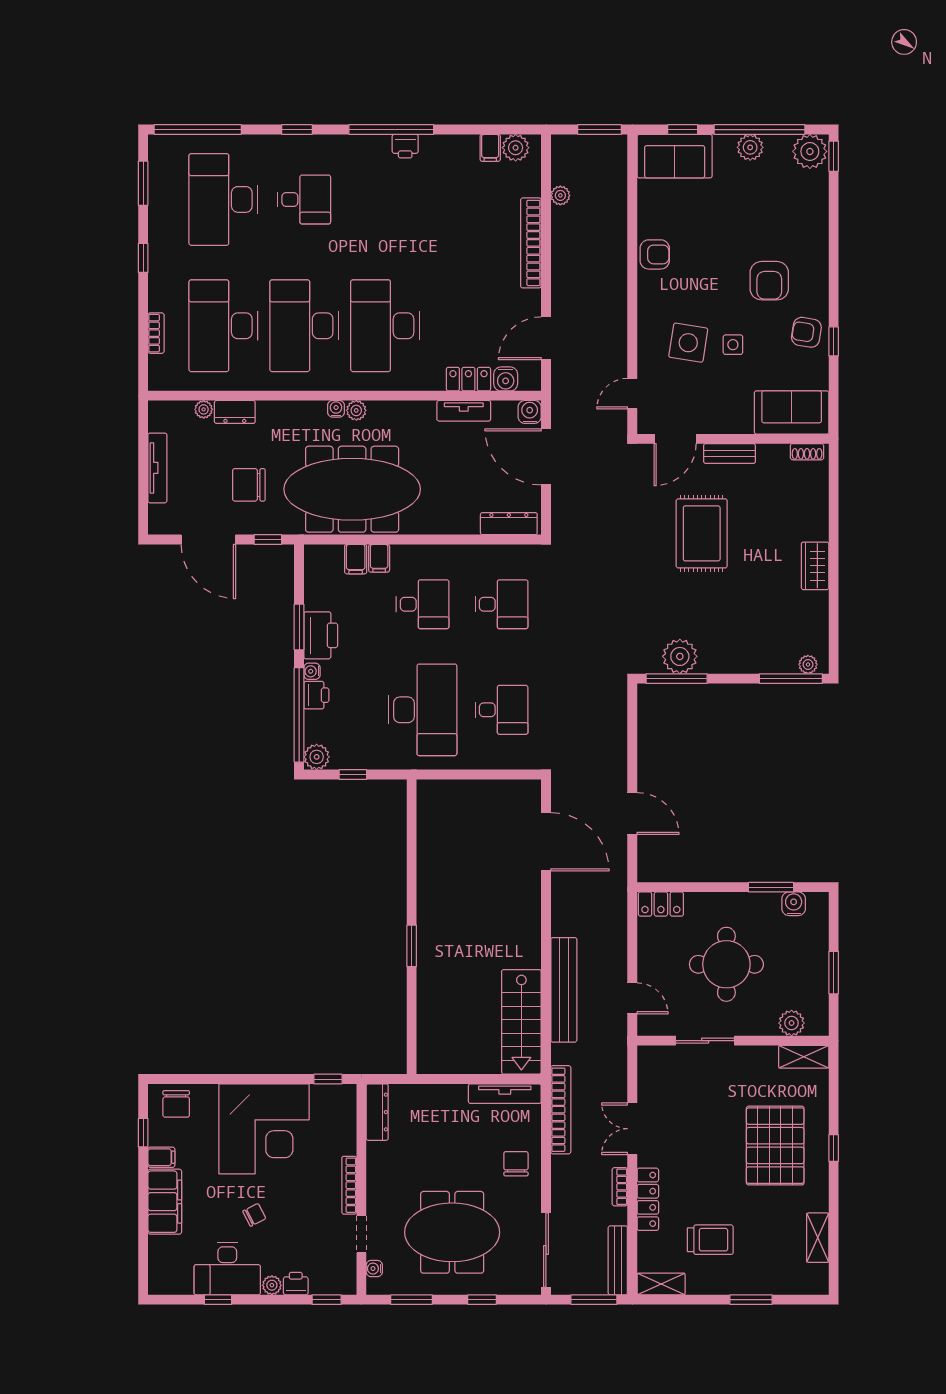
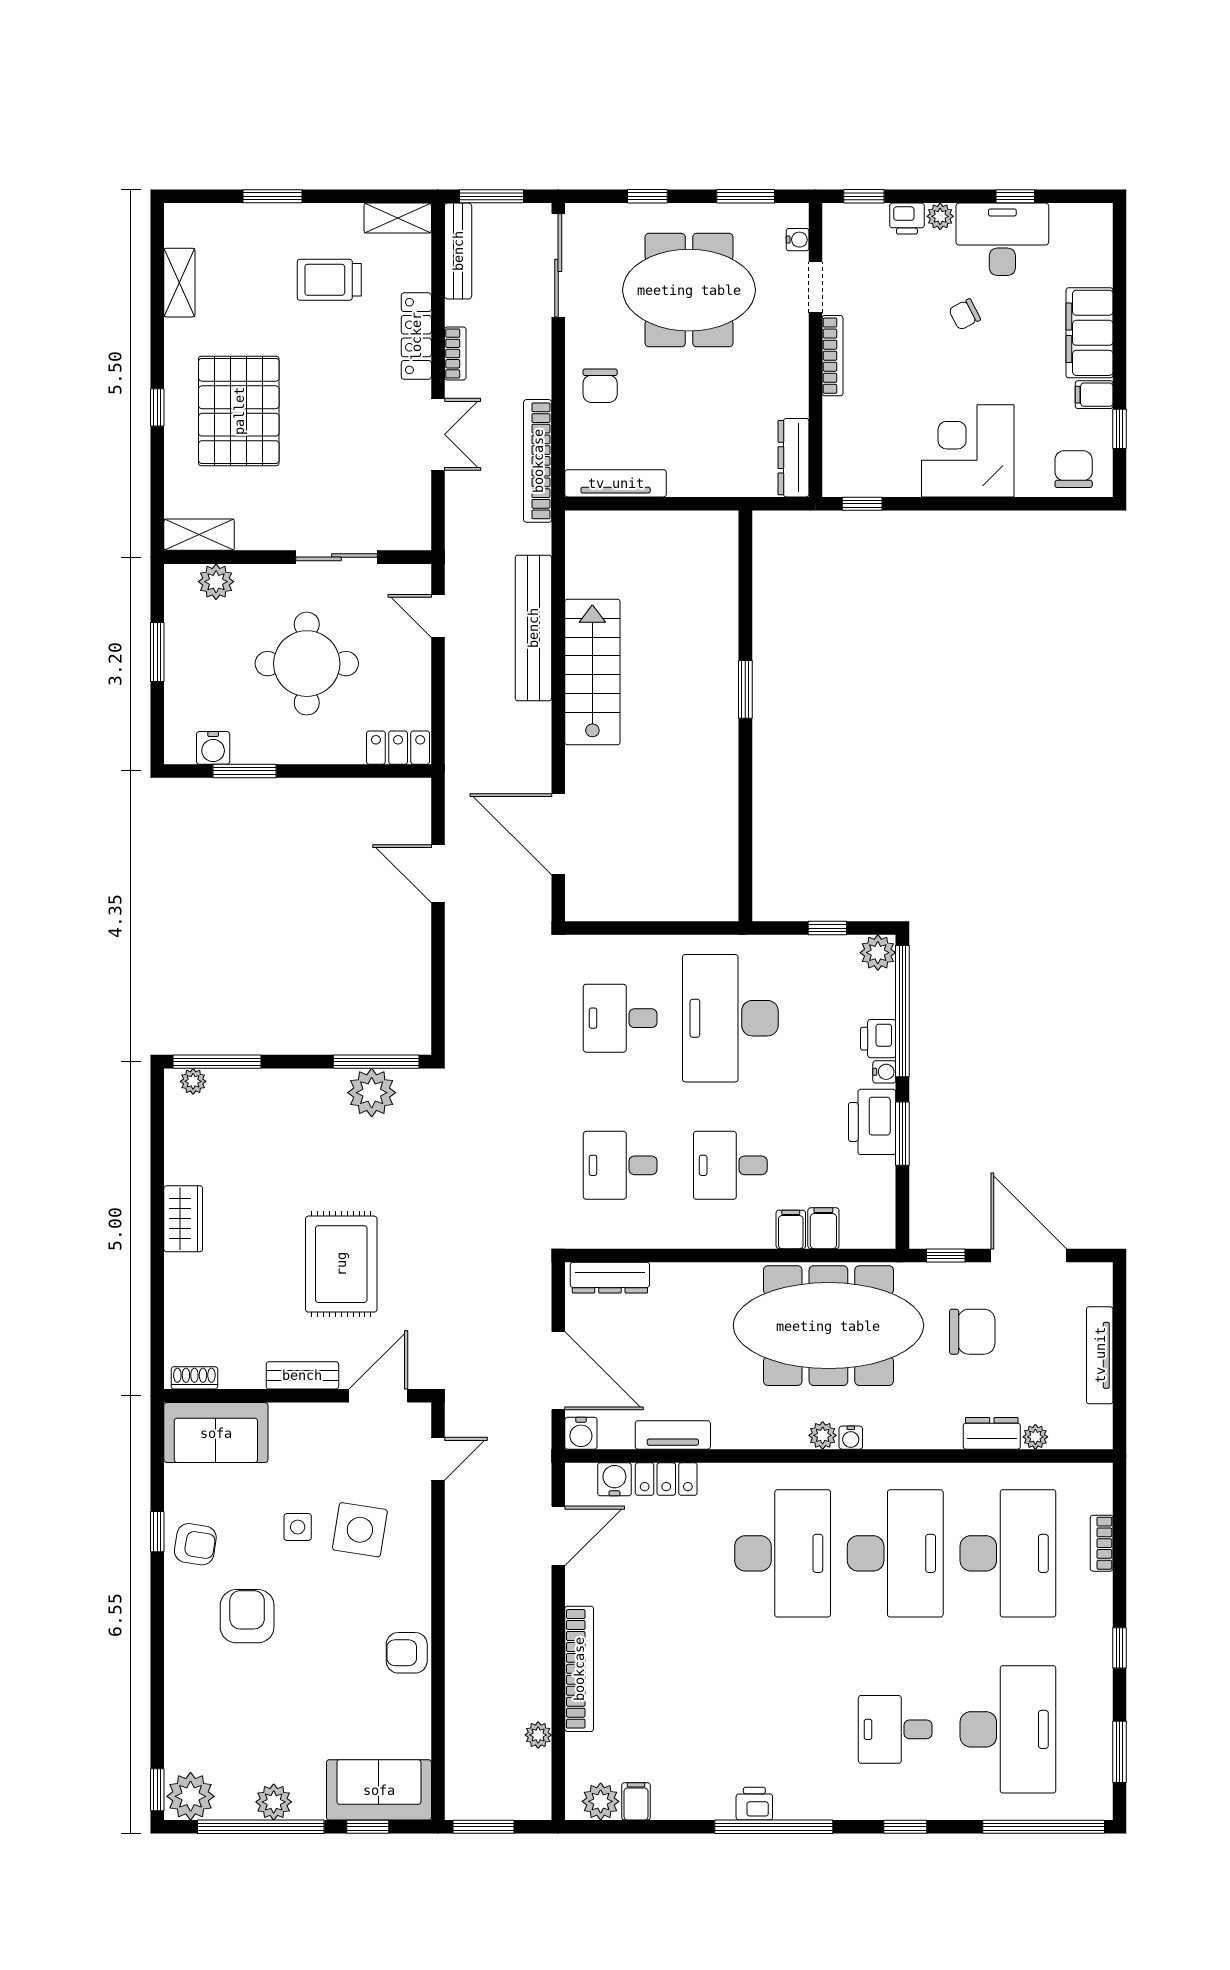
stairs: (521, 1022) -> (592, 672), moved
corner desk: (264, 1129) -> (968, 451), width x0.74, depth x0.74

